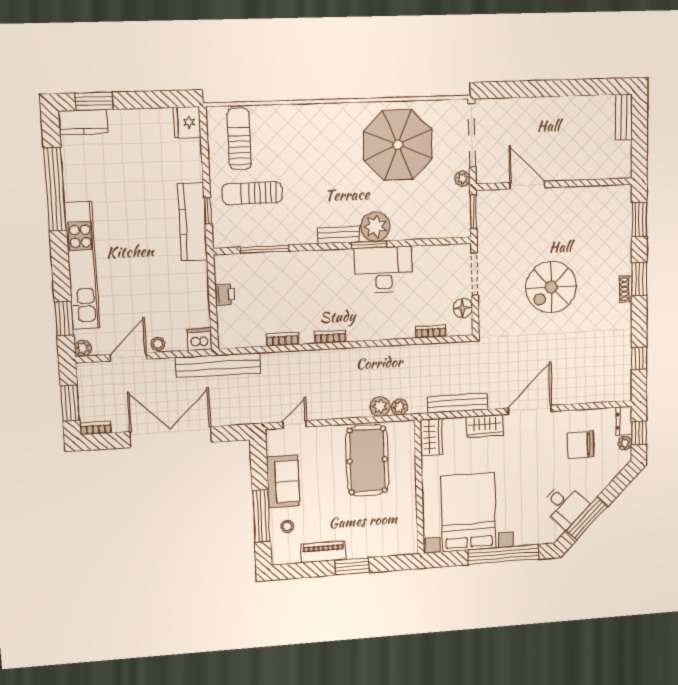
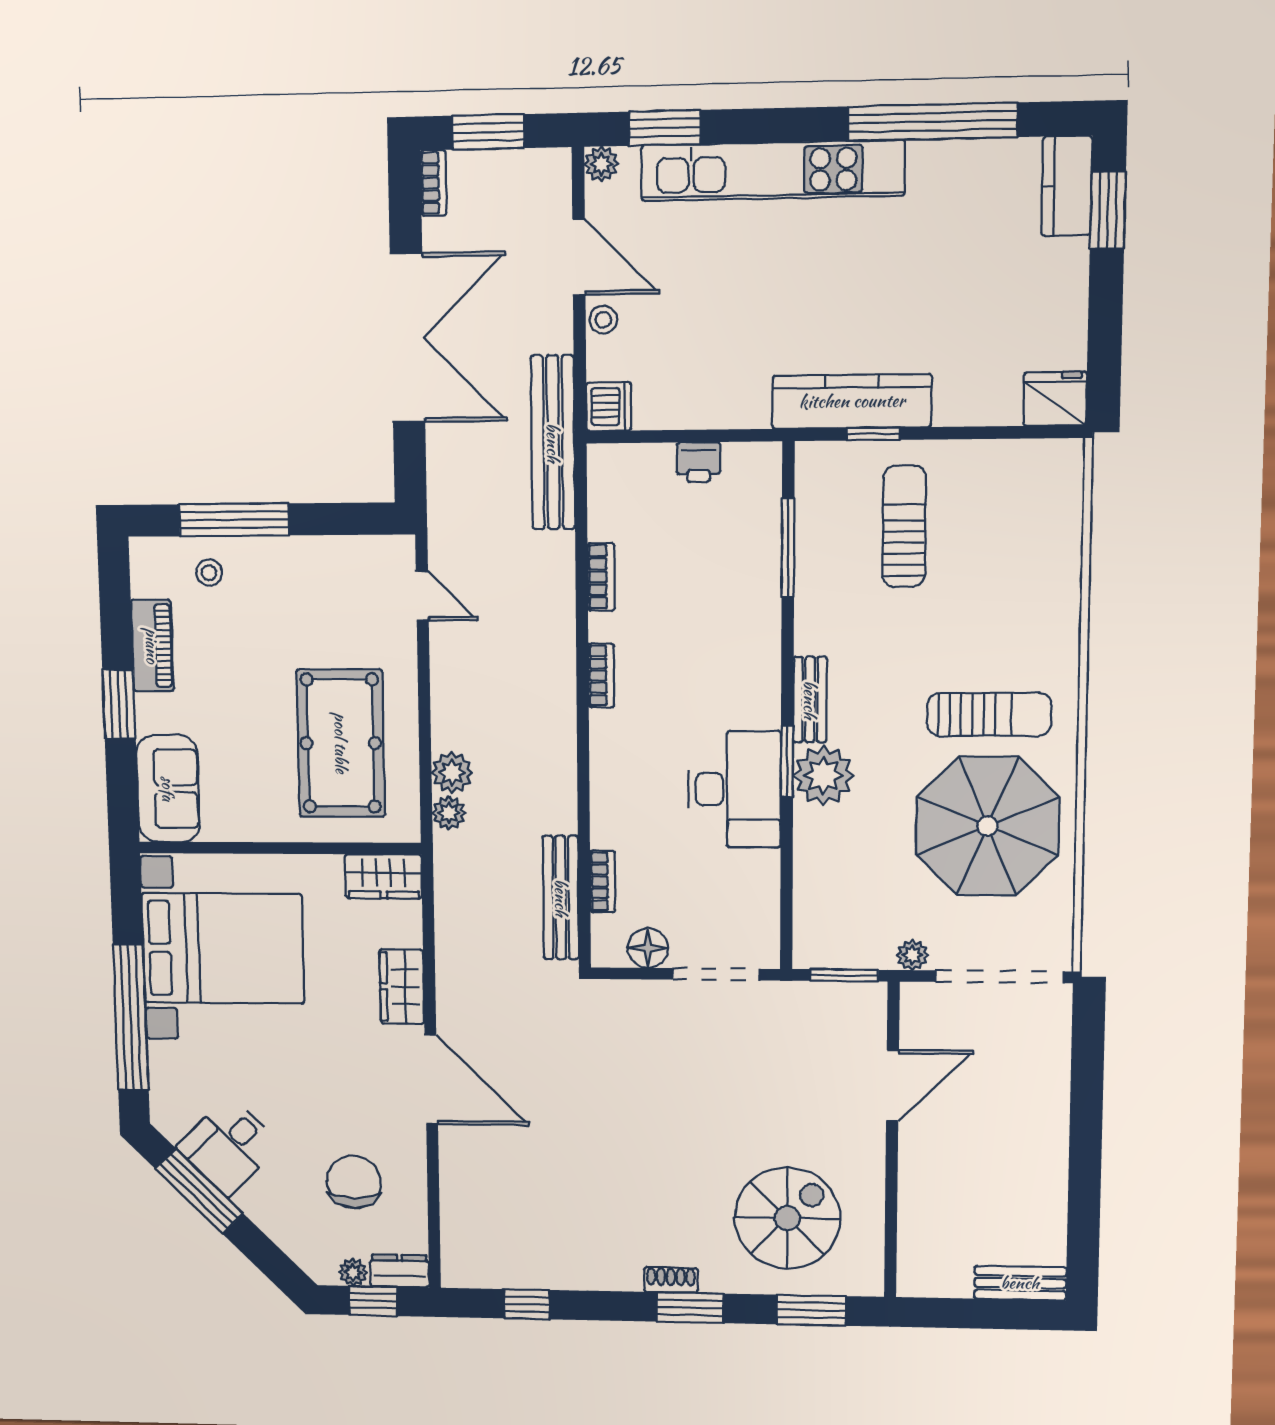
sun lounger: (239, 139) -> (989, 714), moved
spiral stairs: (551, 287) -> (787, 1218), moved, turned 90
bench: (458, 403) -> (561, 898), moved
pool table: (367, 460) -> (341, 743), turned 90
sofa: (283, 482) -> (168, 789), moved, turned -90

